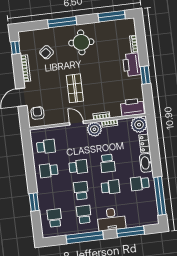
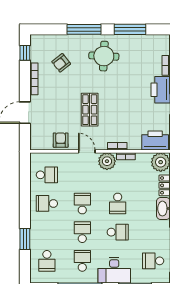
window: (112, 16) -> (130, 29), moved
armchair: (38, 113) -> (61, 140), moved
school desk: (78, 167) -> (82, 203), turned -90
school desk: (140, 184) -> (153, 261), moved
school desk: (55, 218) -> (47, 261), turned 180

